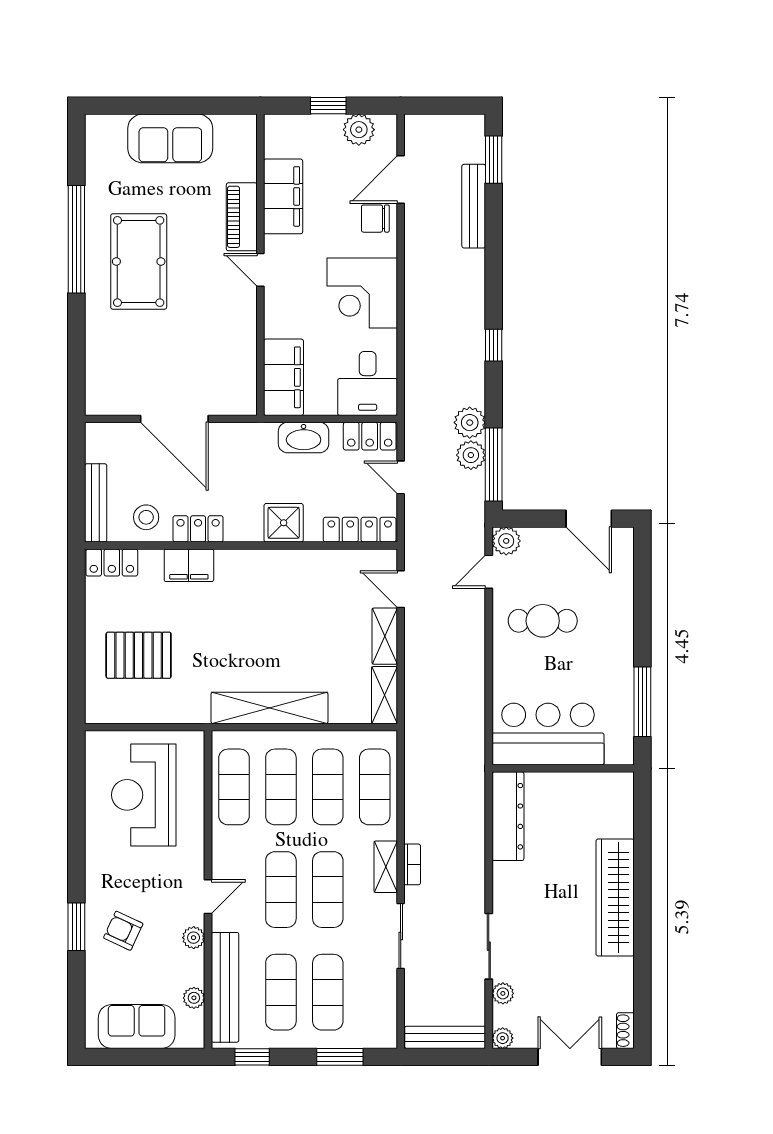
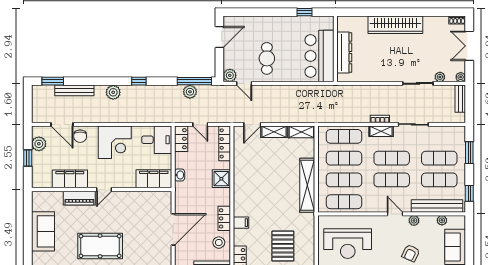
plant: (470, 423) -> (113, 92), moved
washbasin: (304, 438) -> (180, 175), width x0.52, depth x0.69
door: (401, 477) -> (200, 124), hinge flipped
filing cabinet: (189, 565) -> (241, 223), width x0.50
window: (642, 702) -> (304, 12), width x0.46
dresser: (508, 816) -> (344, 52), moved, turned 90
bench: (445, 1037) -> (460, 99), width x0.73

